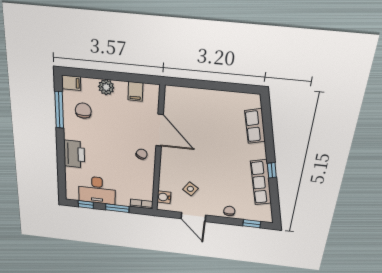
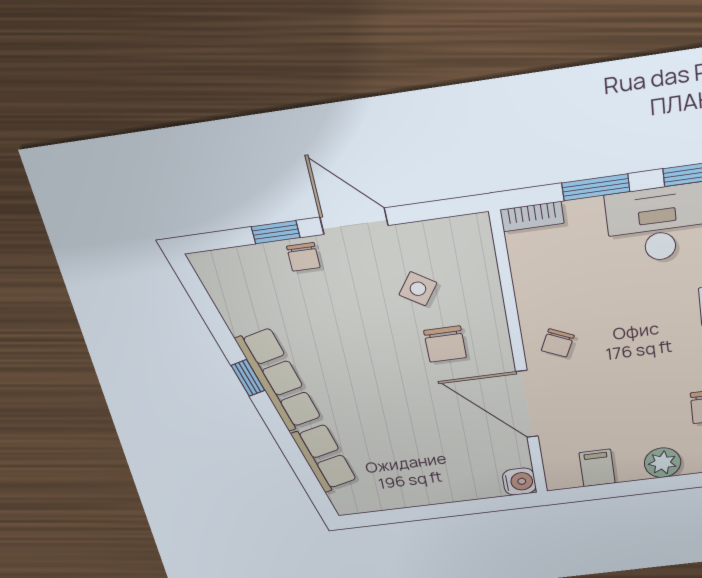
chair: (186, 165) -> (445, 344), added
row of seats: (261, 182) -> (279, 379), moved
water cooler: (164, 197) -> (519, 482), moved
door: (193, 217) -> (354, 221), moved
window: (252, 224) -> (276, 232), moved

